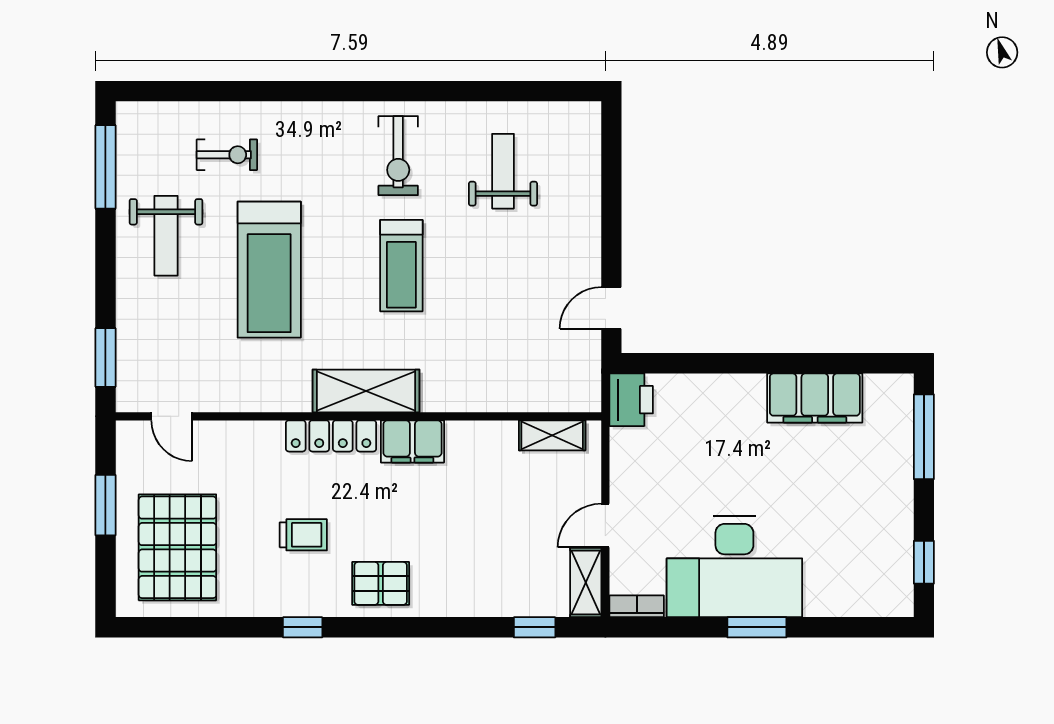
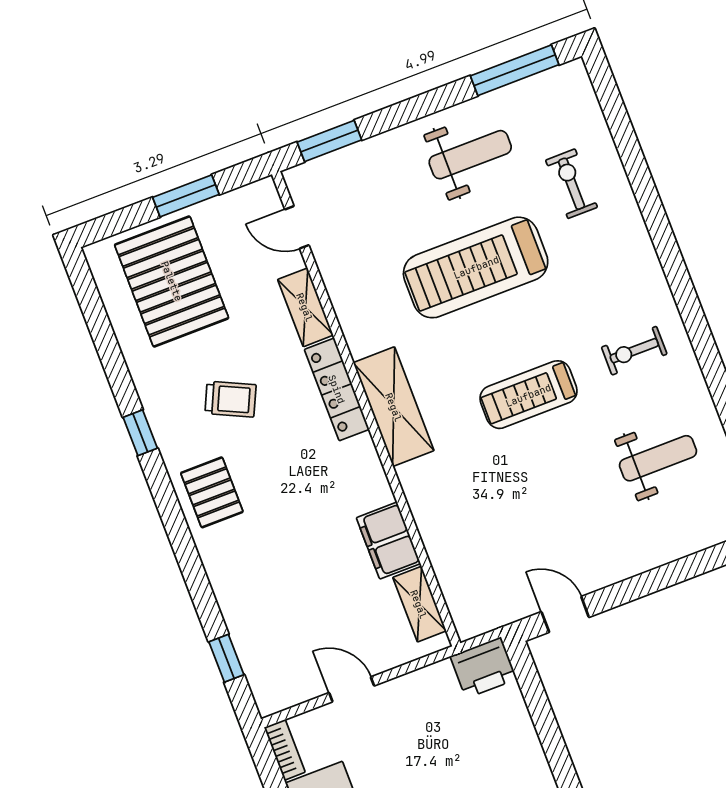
exercise bike: (227, 155) -> (571, 184), turned 180
exercise bike: (398, 156) -> (634, 351), width x0.73, depth x0.72
weight bench: (166, 236) -> (470, 155), turned 180
door: (172, 416) -> (297, 227), hinge flipped
filing cabinet: (412, 441) -> (388, 541), moved
trolley: (303, 535) -> (230, 399), turned -65
pallet: (177, 547) -> (172, 281), turned 90
shelving: (586, 583) -> (305, 307), moved, turned 90

